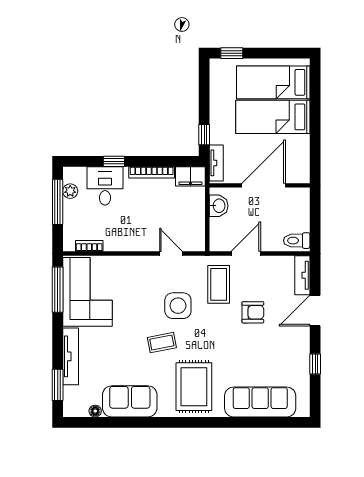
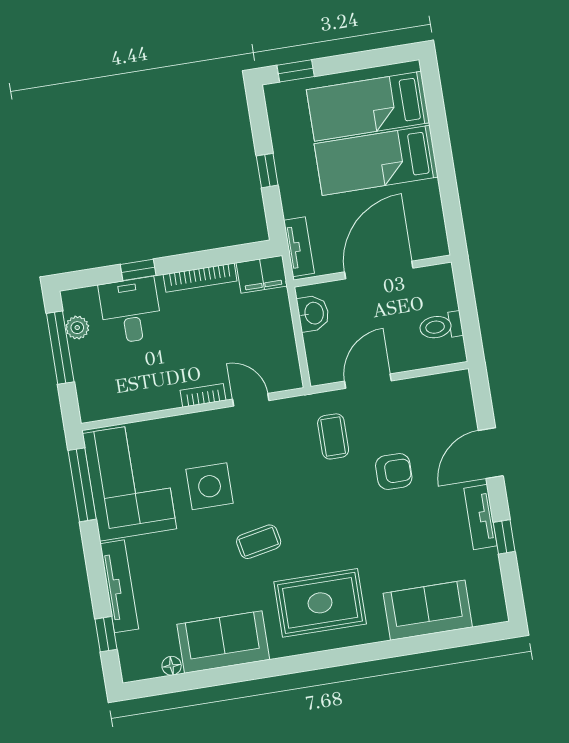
window: (204, 135) -> (267, 171), moved
toilet: (297, 241) -> (441, 326), moved
bookcase: (89, 246) -> (203, 395), moved
tv unit: (302, 275) -> (480, 517), moved
coffee table: (219, 284) -> (333, 436), width x0.73, depth x0.77
side table: (178, 306) -> (210, 486), moved
window: (58, 385) -> (106, 634), width x0.67
rug: (194, 387) -> (320, 603), turned 90
sofa: (260, 402) -> (428, 610), width x0.73

